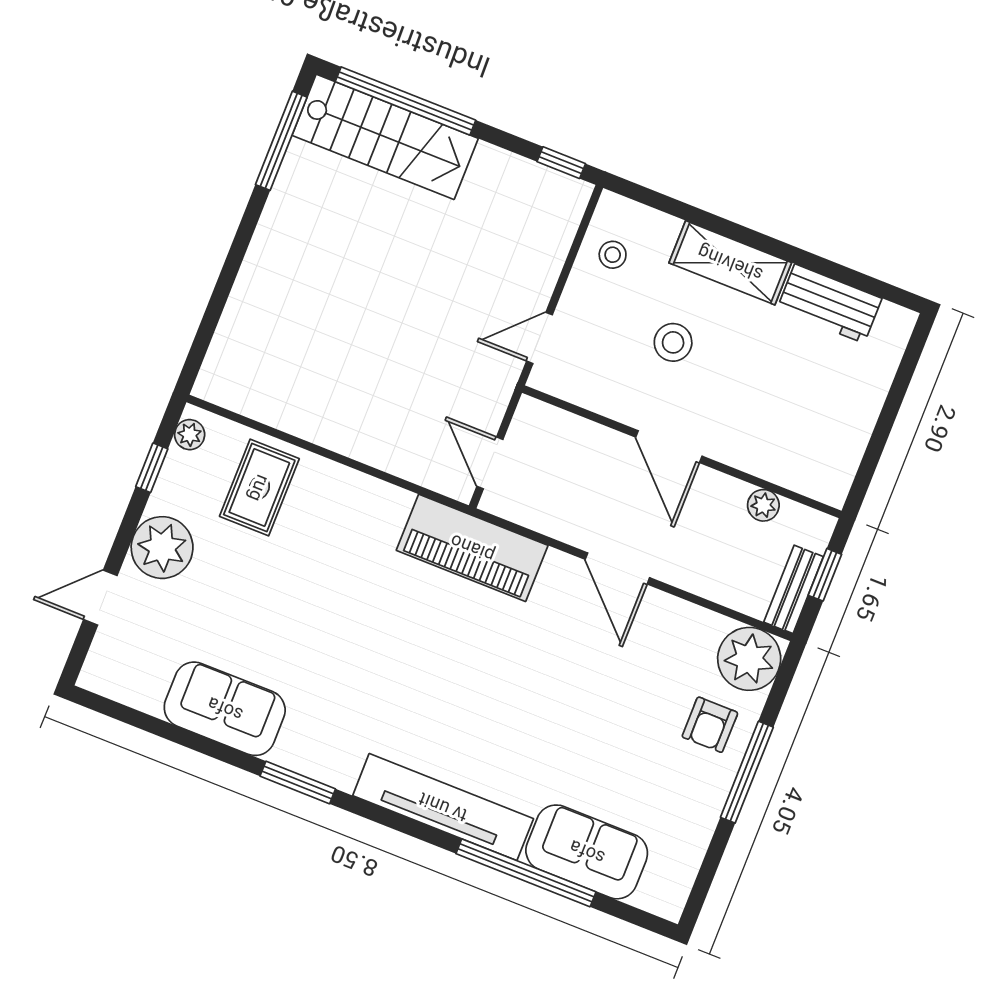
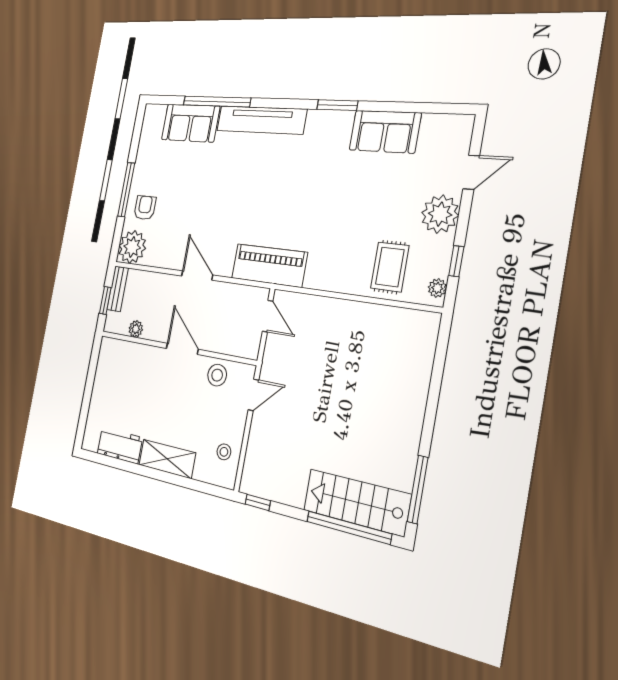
stool: (673, 342) -> (217, 375), moved

